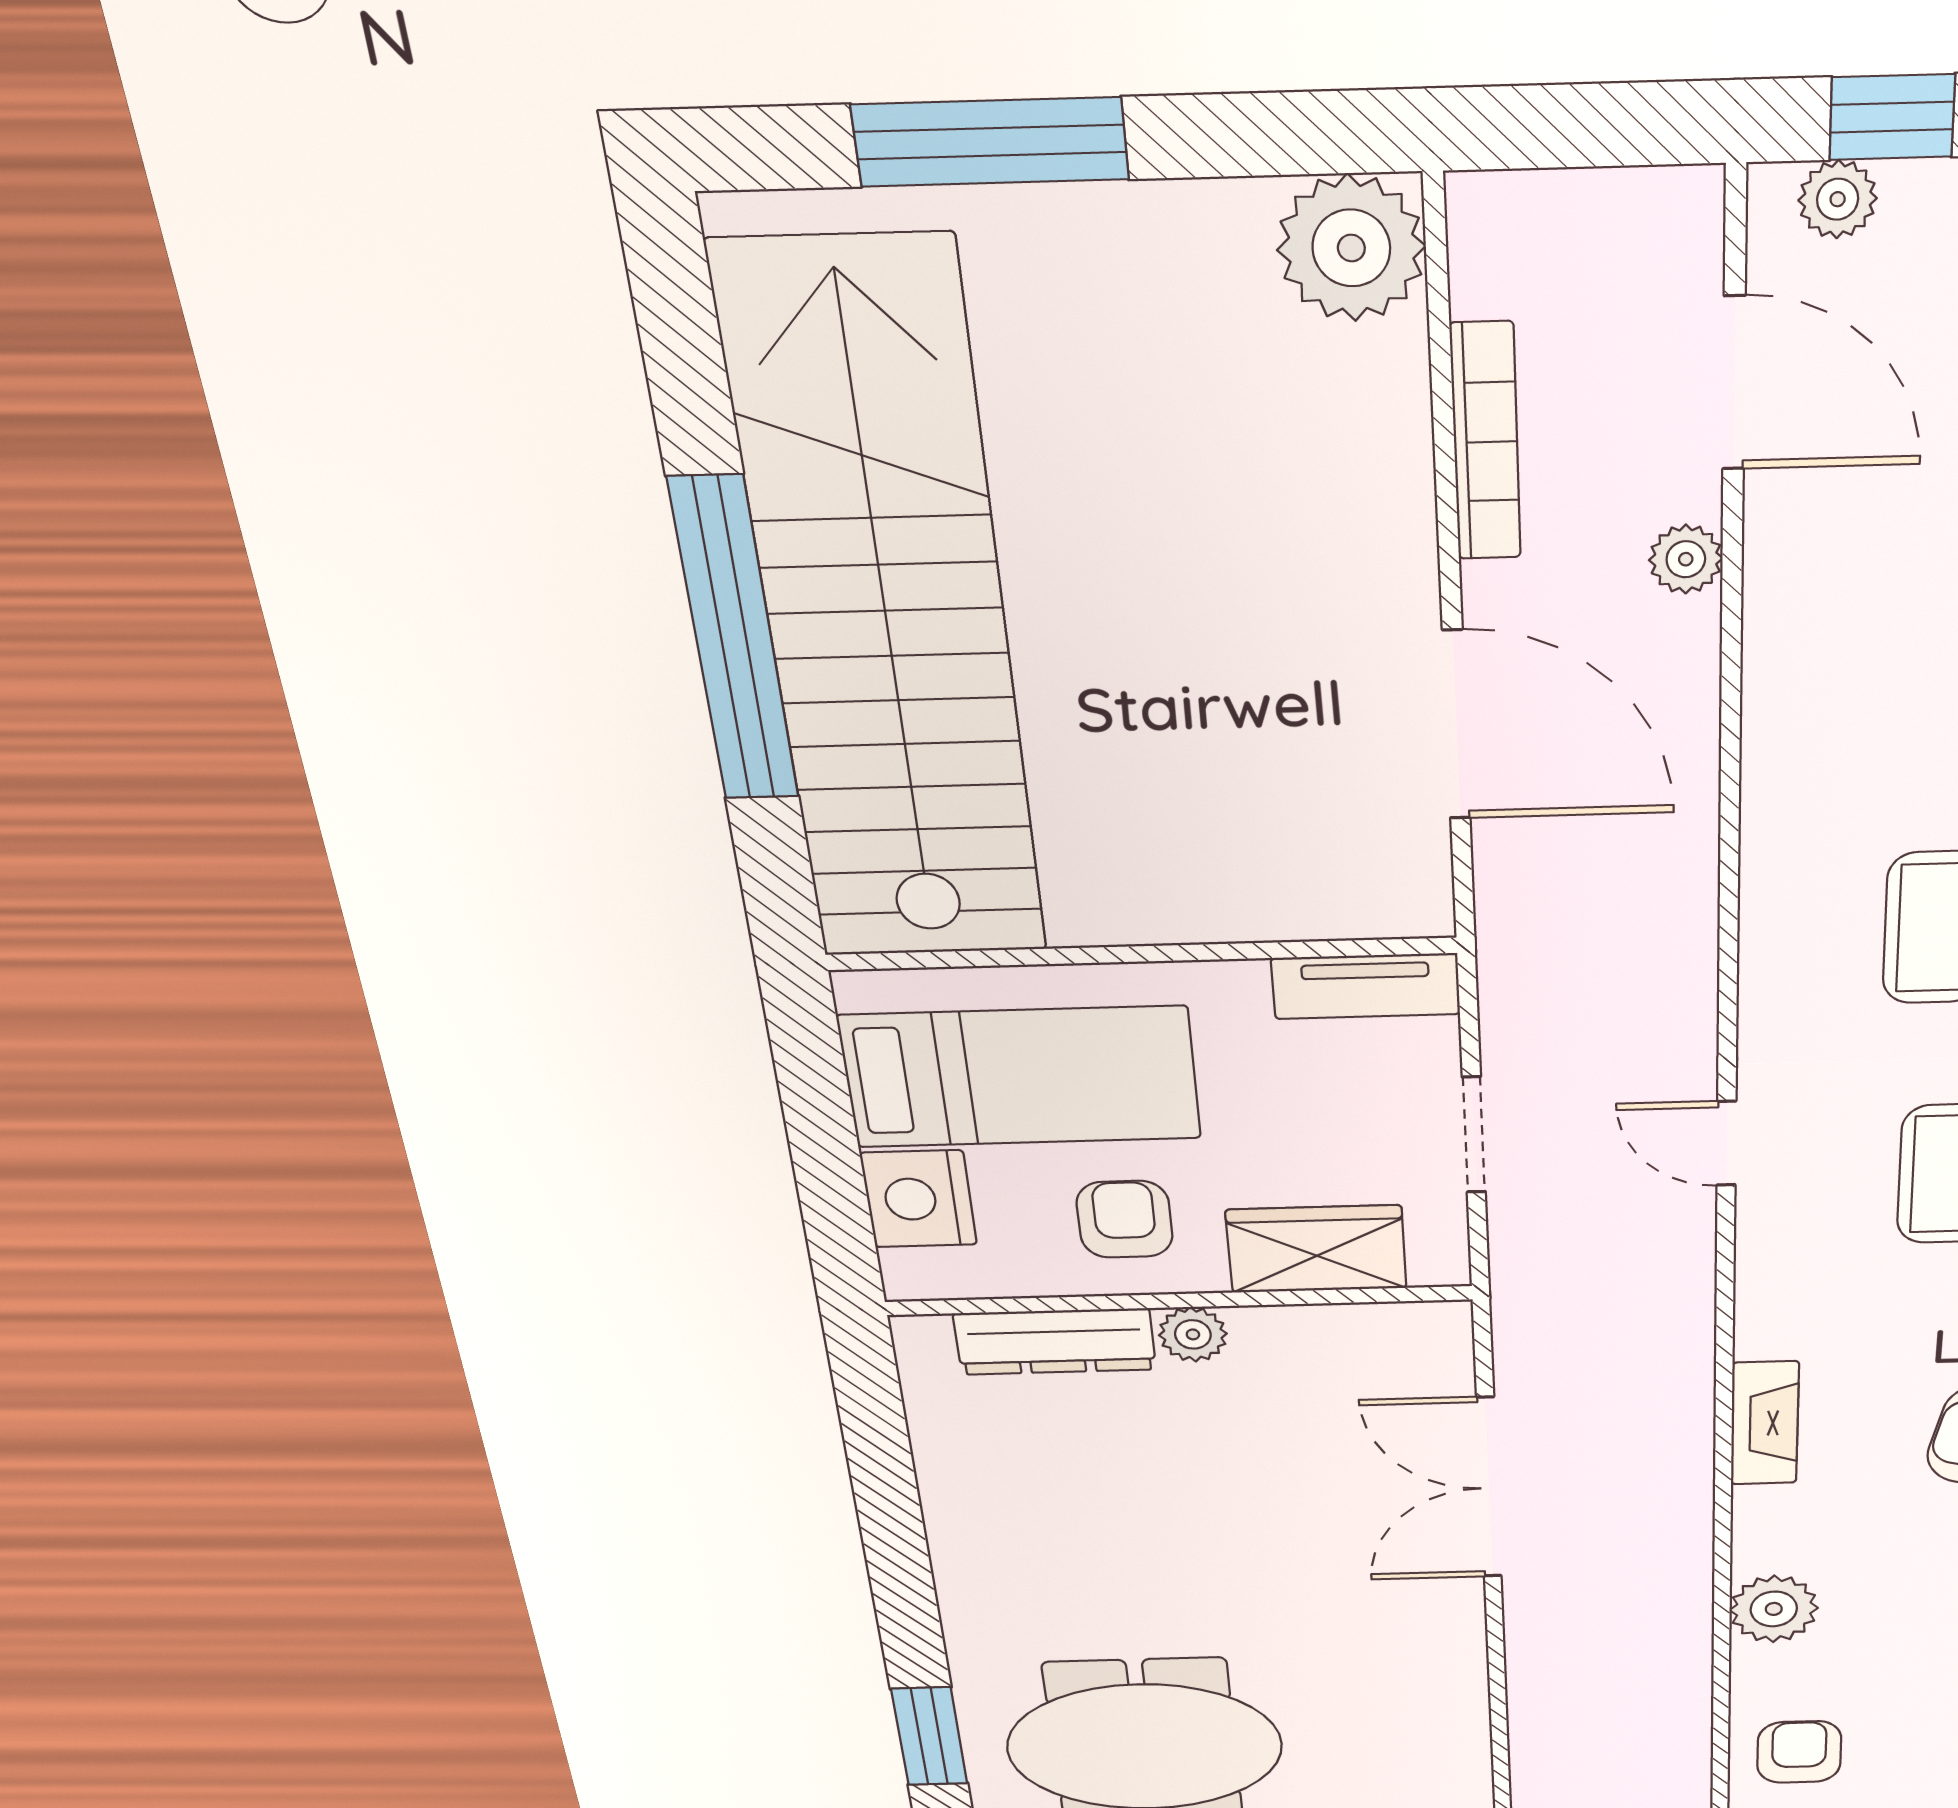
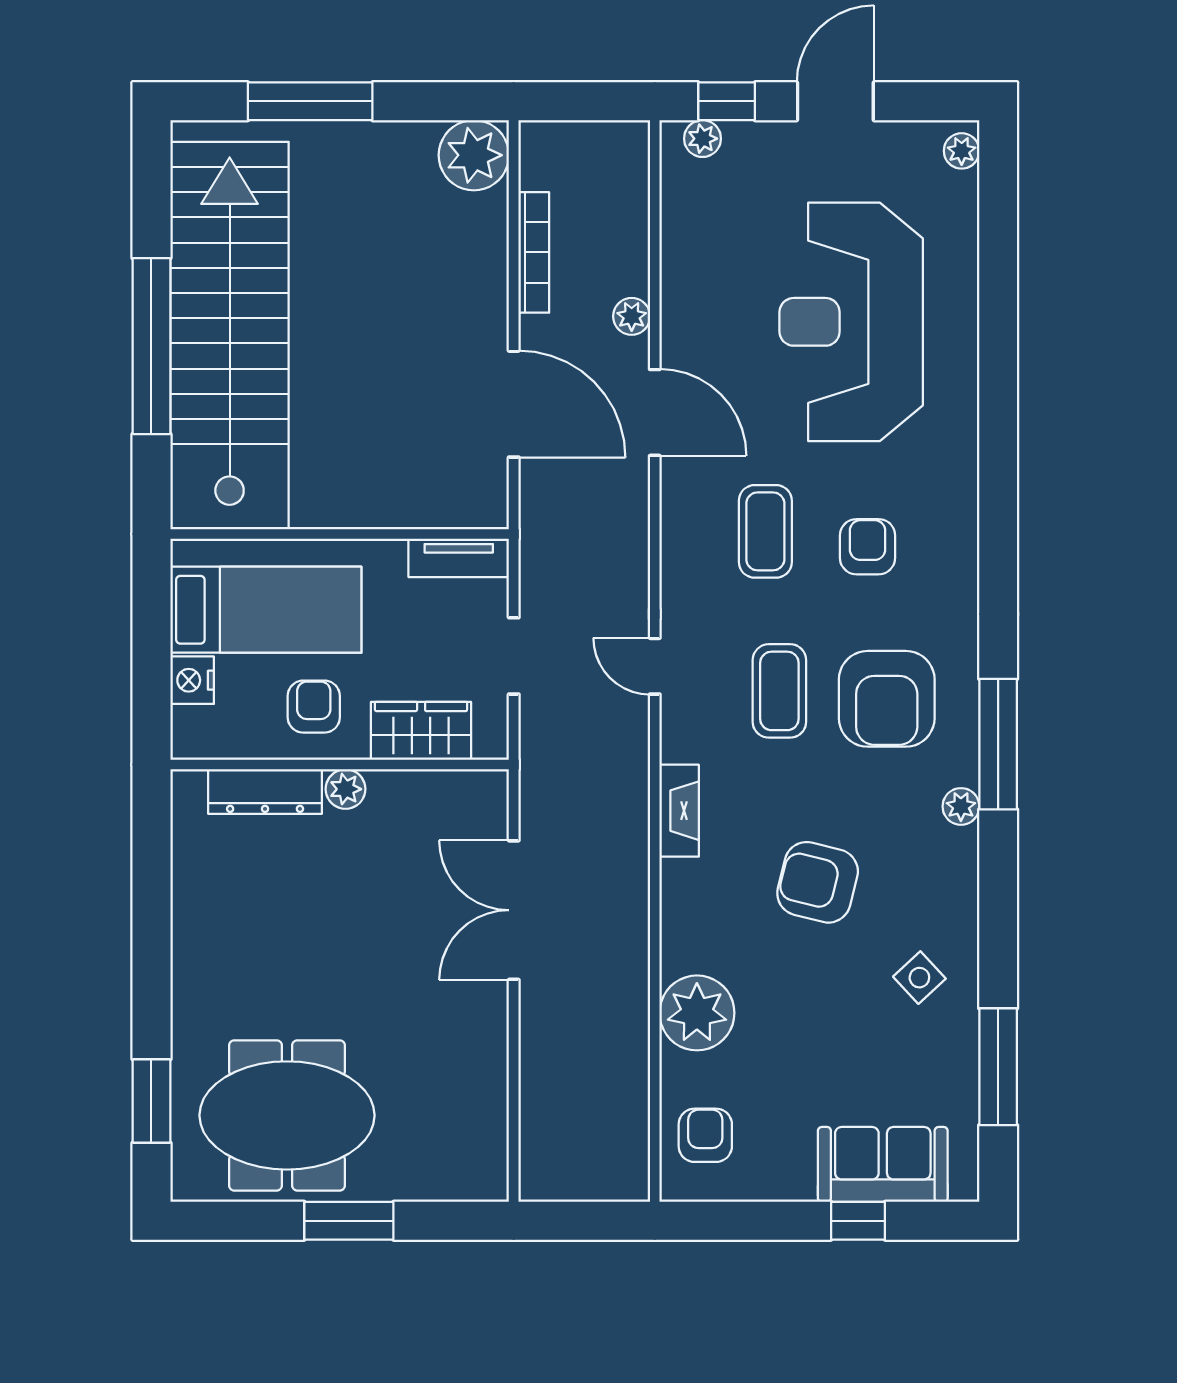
door: (1734, 383) -> (655, 412), moved
nightstand: (919, 1199) -> (192, 680), width x0.74, depth x0.75
fireplace: (1765, 1423) -> (679, 811), moved
plant: (1774, 1609) -> (697, 1013), width x1.36, depth x1.36

